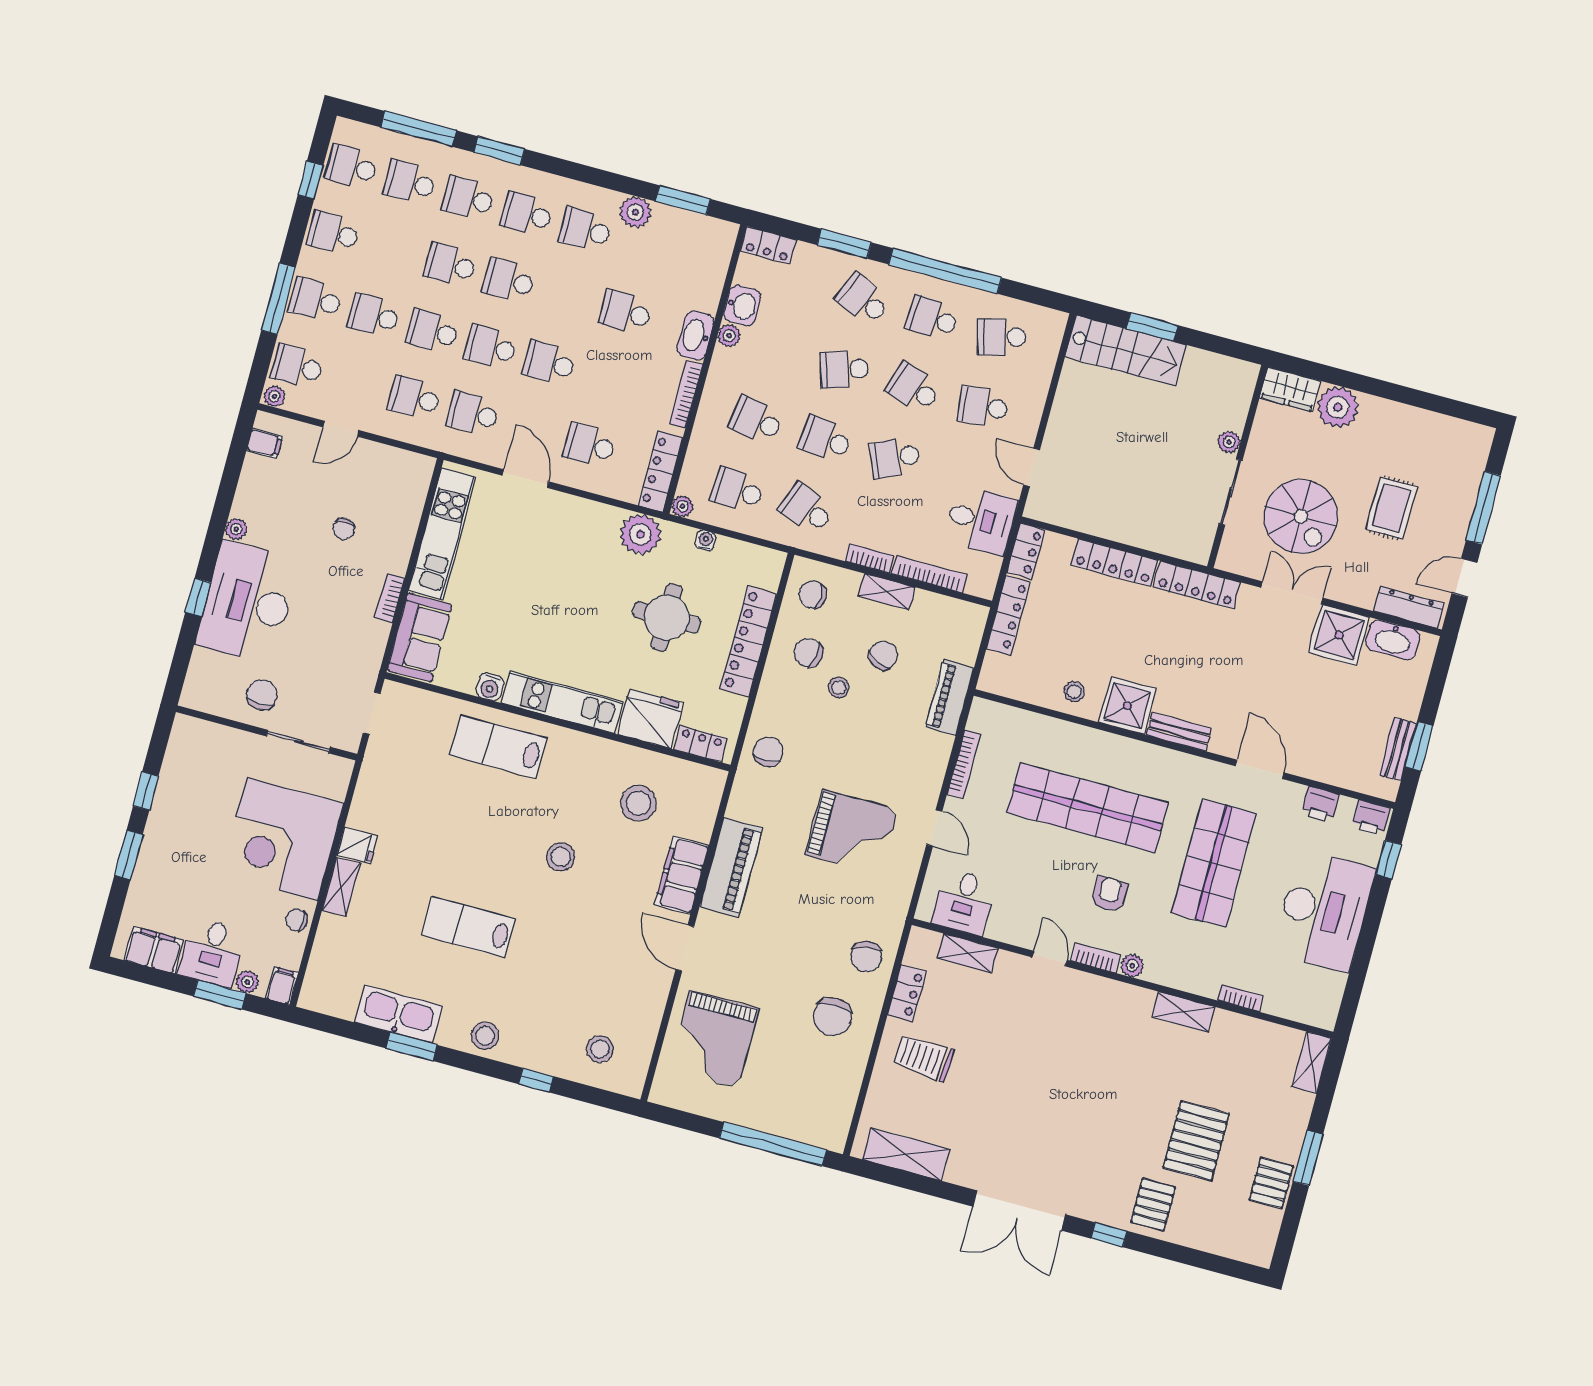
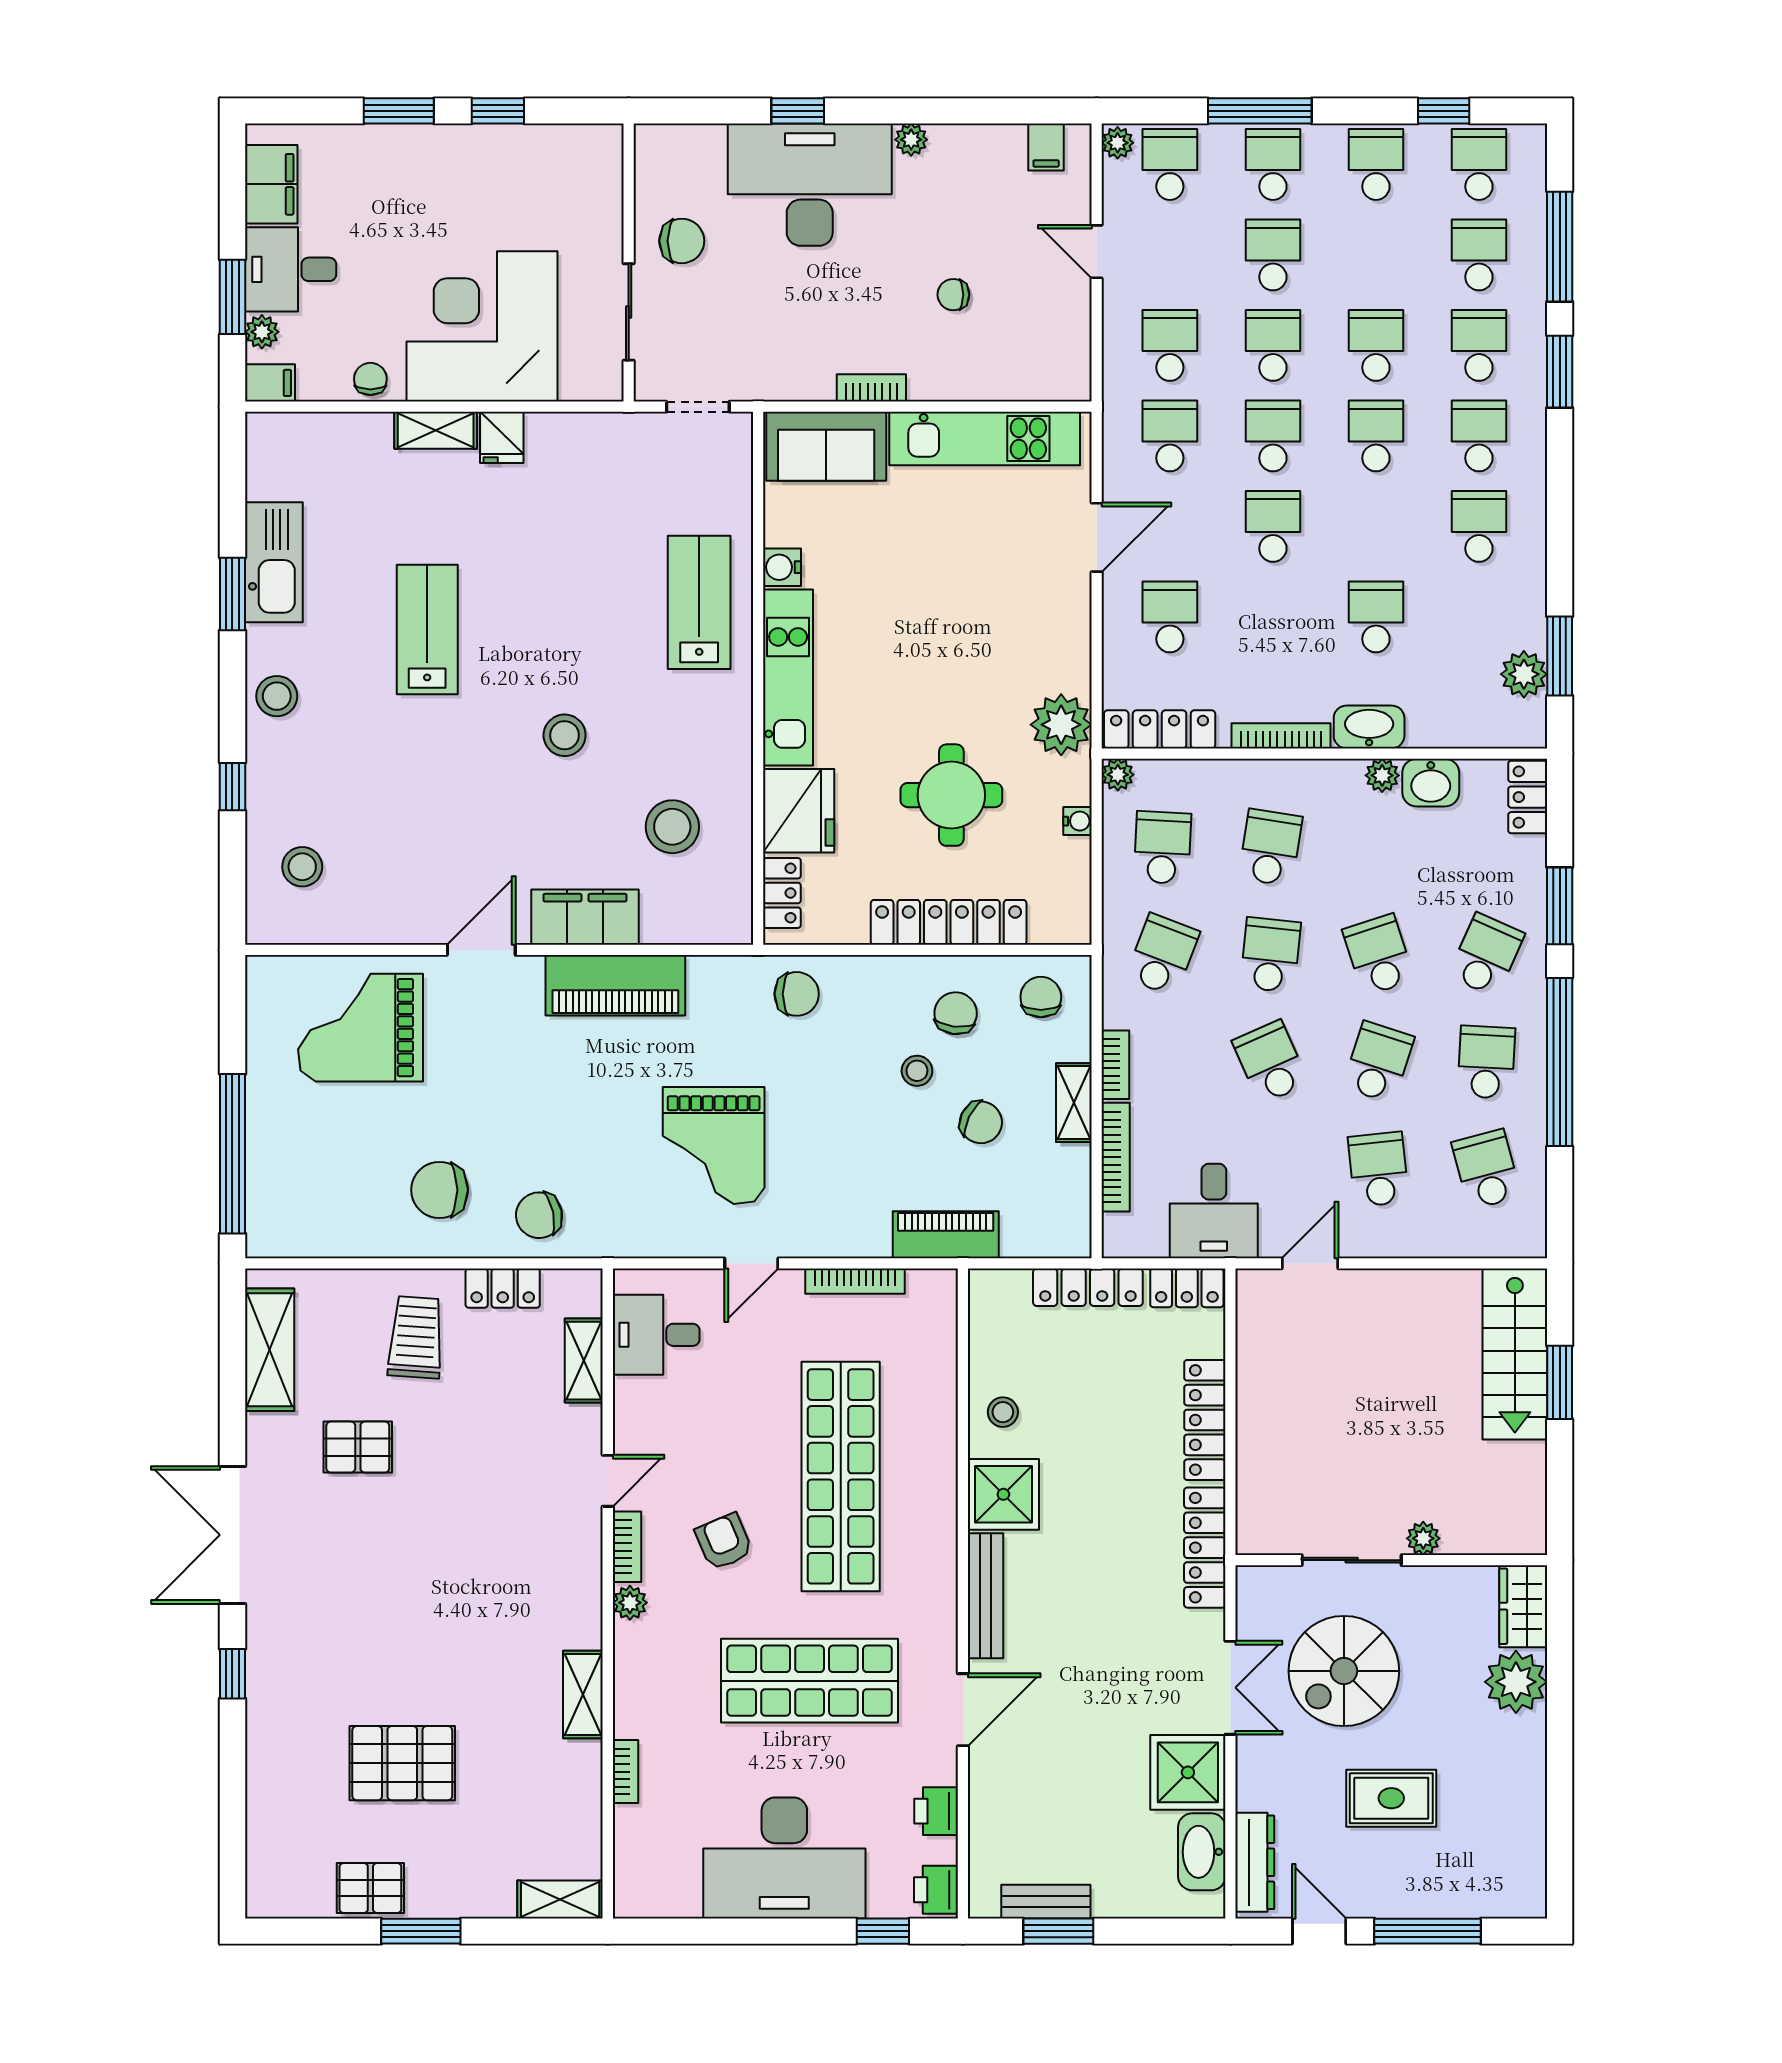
plant: (635, 212) -> (1524, 674), moved
bench: (1179, 732) -> (986, 1596), width x1.36
armchair: (1109, 894) -> (724, 1542), turned -113
pallet: (1153, 1205) -> (358, 1447), moved

